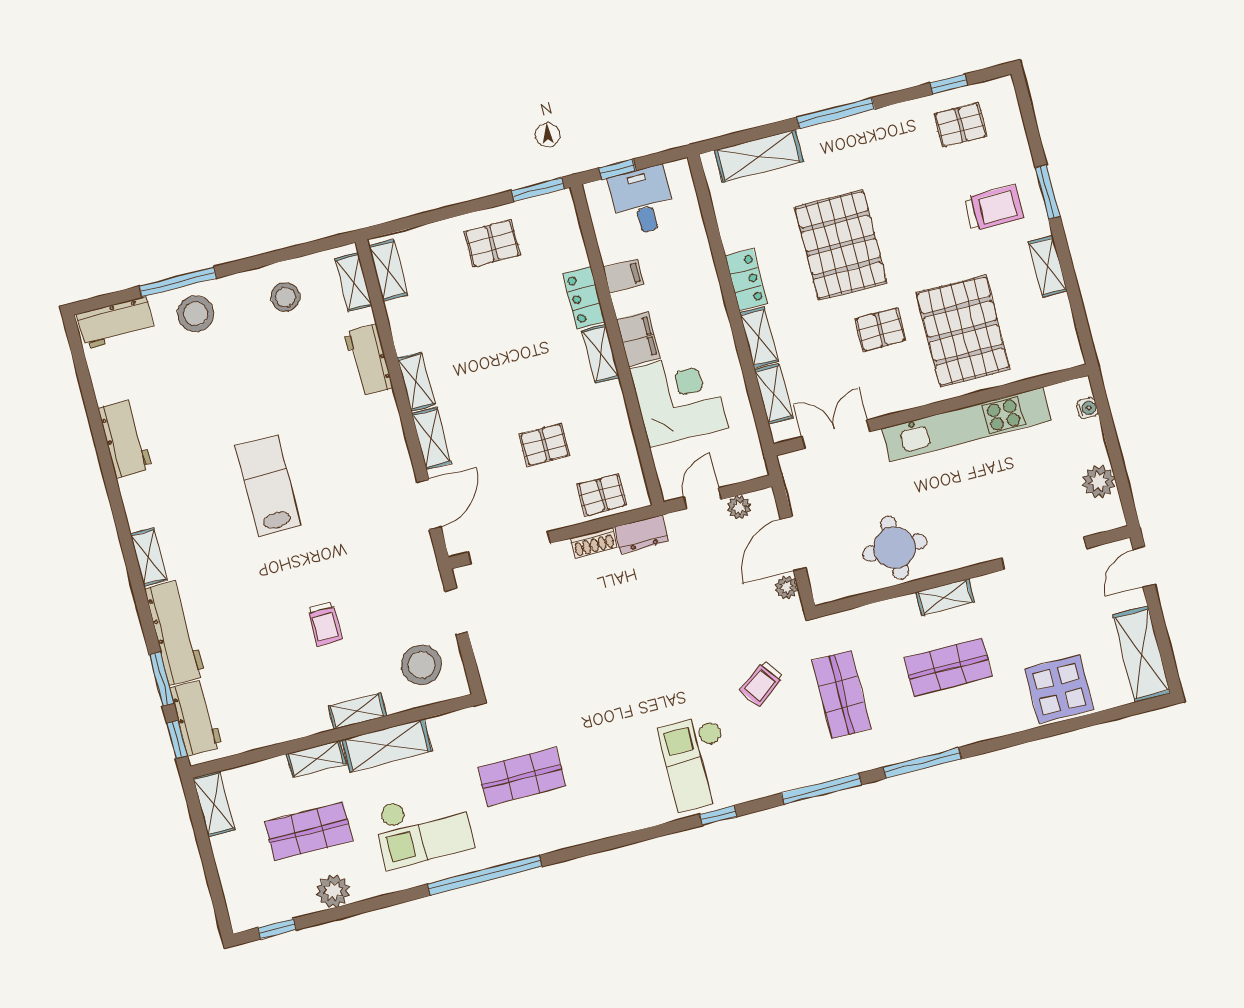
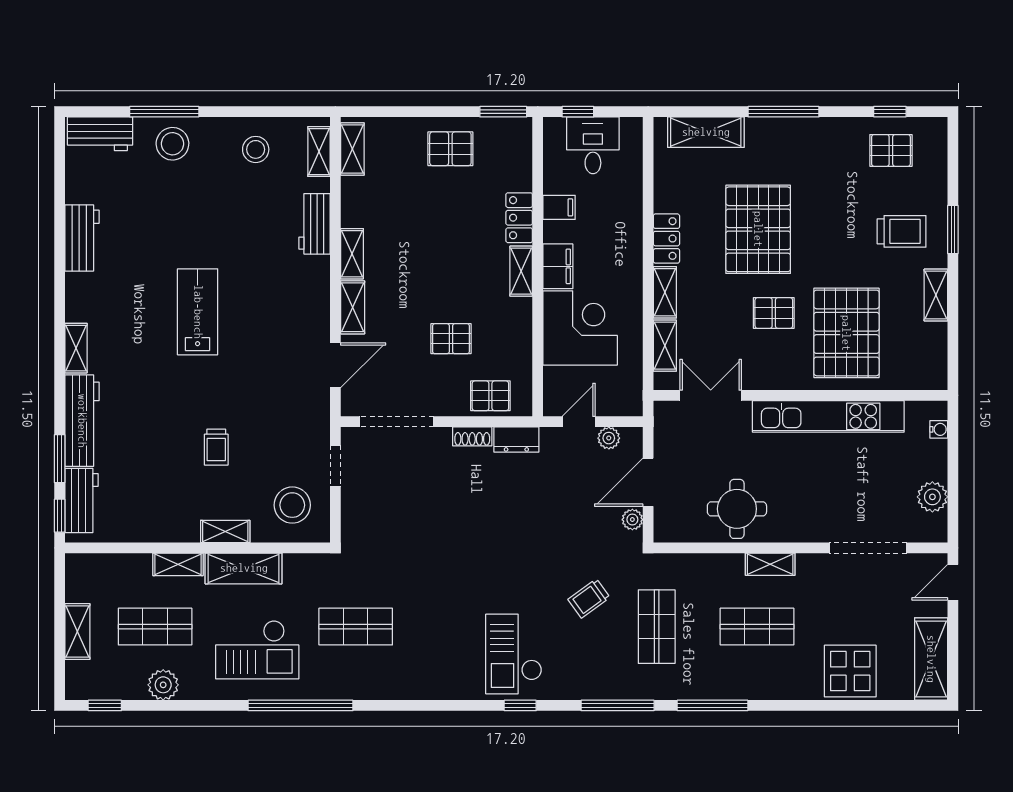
shelving: (214, 804) -> (77, 631), moved

